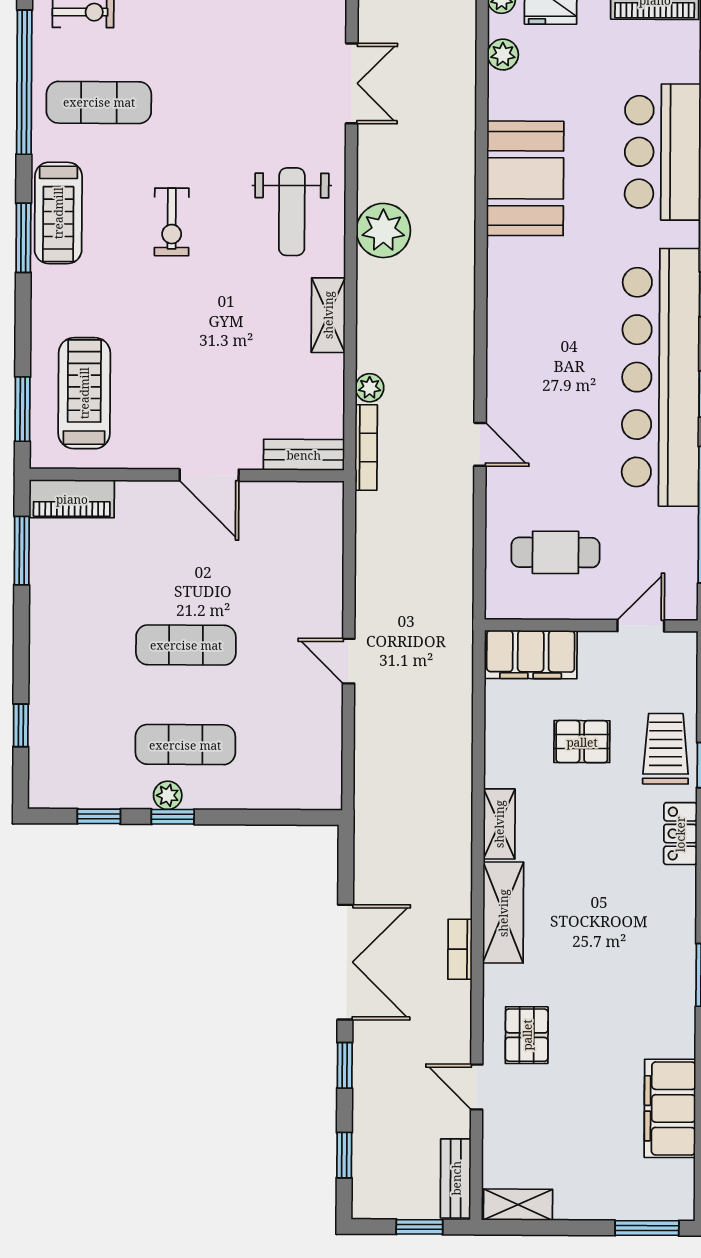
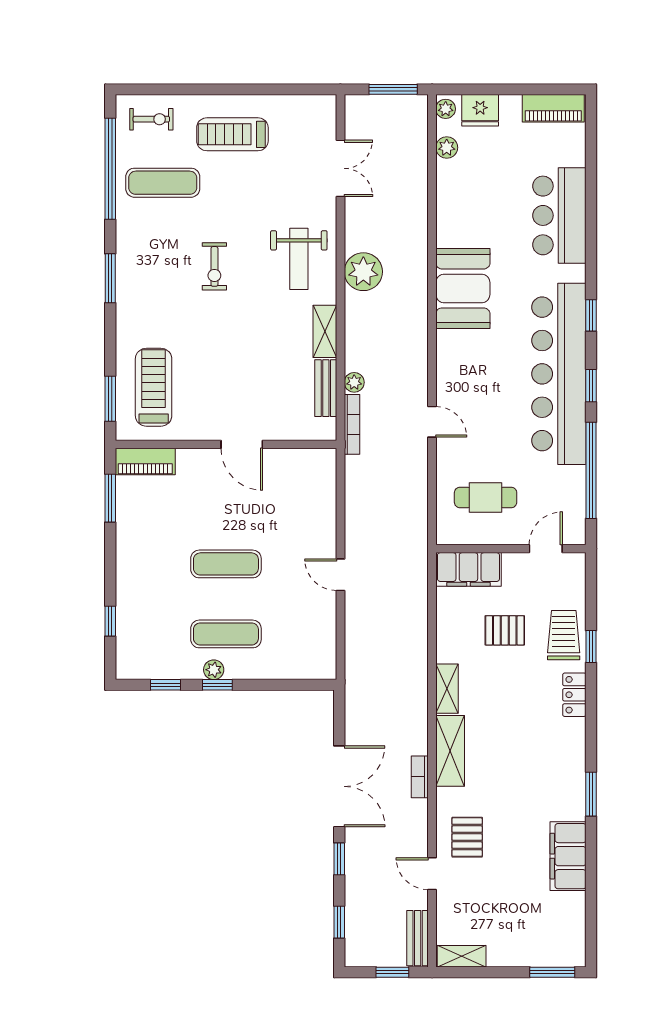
booth: (525, 178) -> (463, 288), moved
treadmill: (58, 213) -> (232, 134), moved, turned 90
bench: (304, 455) -> (326, 388), moved, turned 90
filing cabinet: (670, 1108) -> (568, 856), moved

